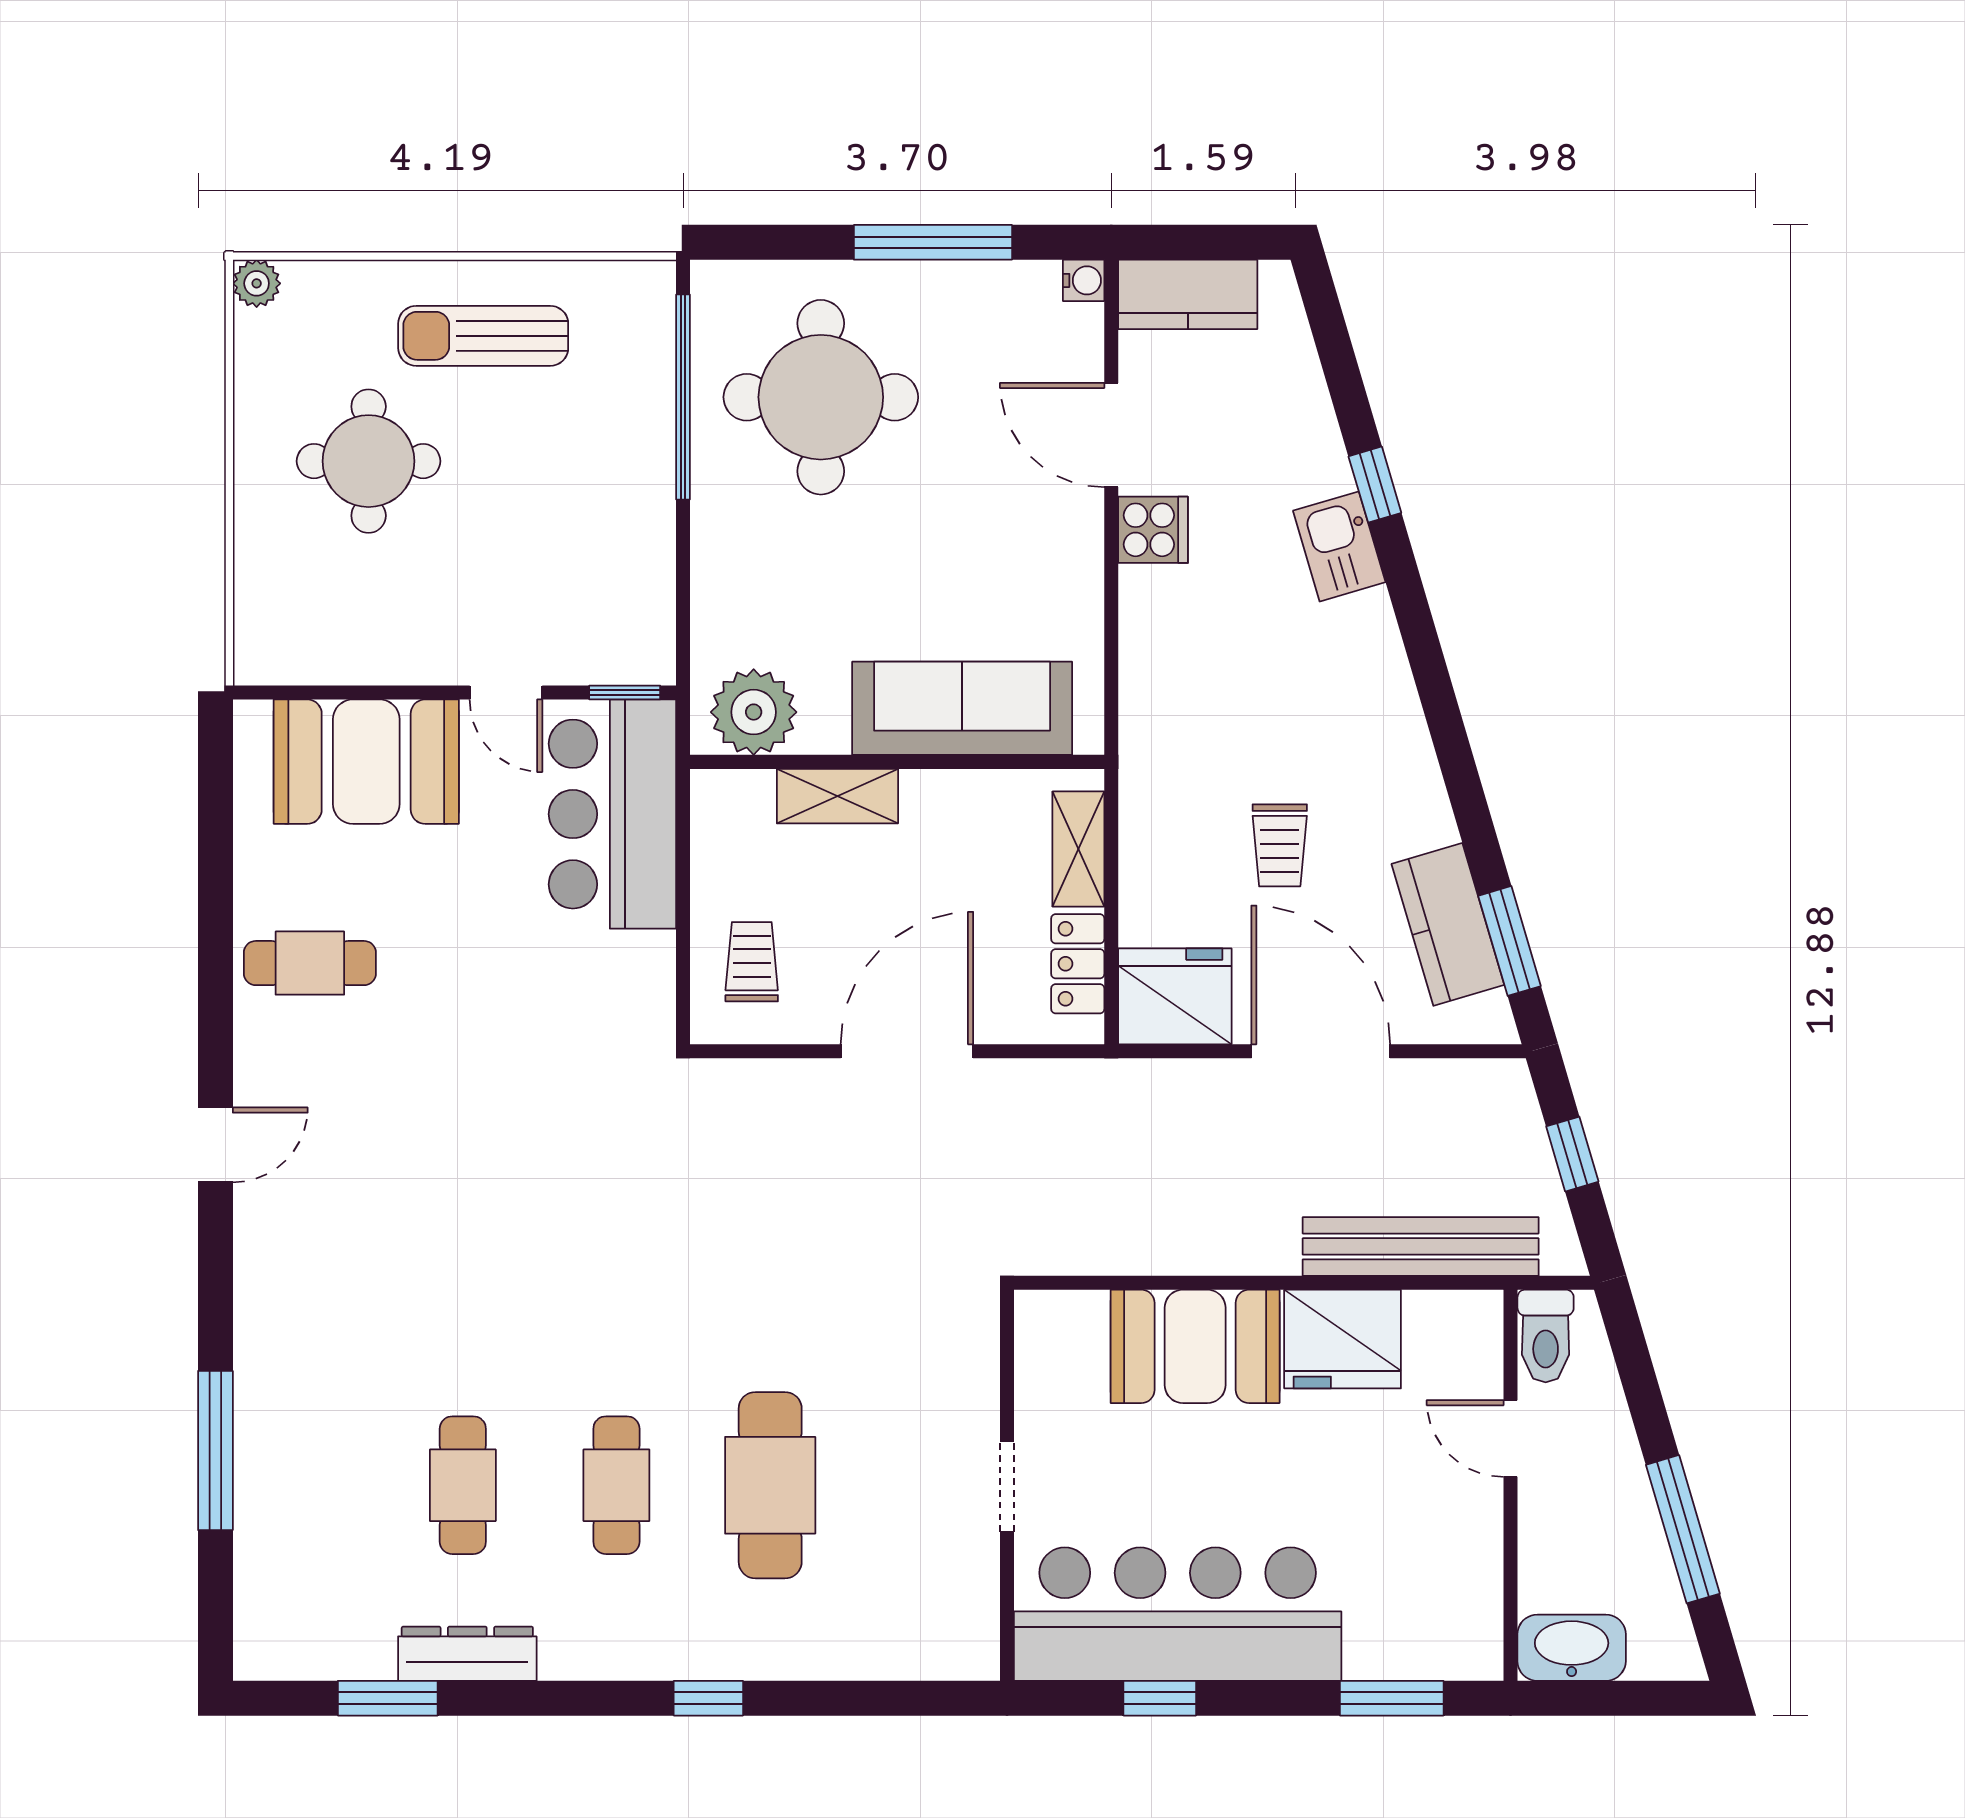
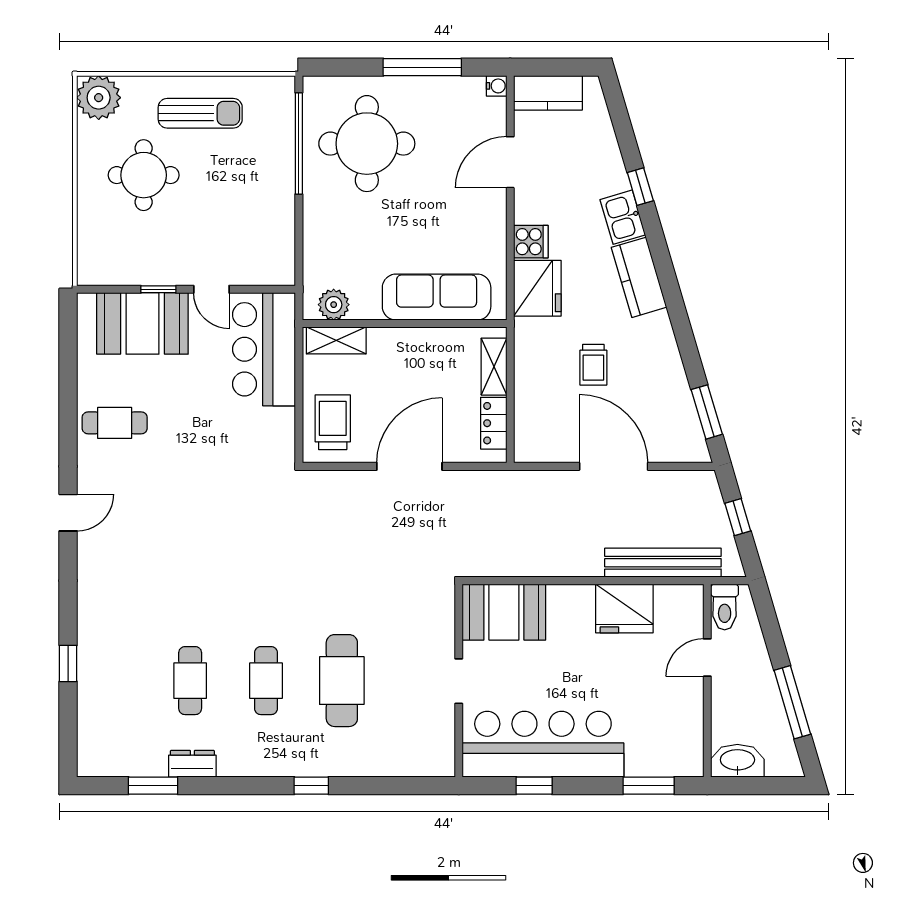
plant: (257, 283) -> (99, 98), width x1.88, depth x1.88
sun lounger: (483, 336) -> (200, 113), turned 180
door: (1111, 435) -> (510, 162), hinge flipped
cooker: (1153, 530) -> (531, 242), moved
window: (625, 692) -> (158, 289), moved
plant: (754, 712) -> (334, 305), width x0.73, depth x0.73
shelving: (837, 796) -> (336, 340), moved
kitchen counter: (1448, 924) -> (639, 277), moved
trolley: (752, 962) -> (333, 422), width x1.36, depth x1.39
fridge: (1175, 996) -> (537, 288), moved, turned 90
booth: (1195, 1346) -> (504, 612), moved
door: (1510, 1438) -> (707, 658), hinge flipped
window: (215, 1450) -> (68, 663), width x0.46
dresser: (467, 1654) -> (192, 764), width x0.70

